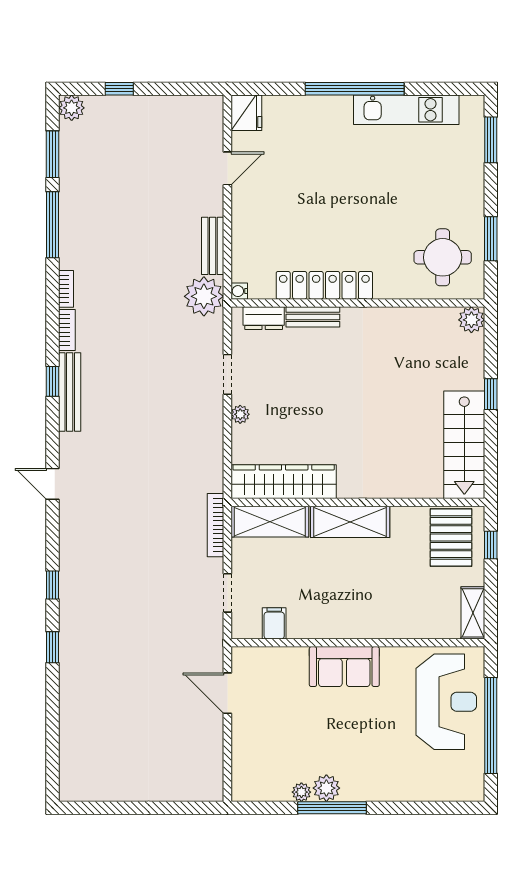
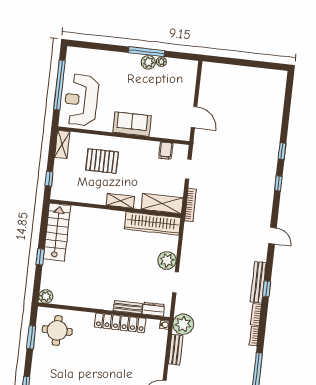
plant: (240, 414) -> (167, 260), width x1.87, depth x1.87
shelving: (350, 522) -> (120, 201), width x0.67, depth x0.75
pallet: (451, 537) -> (102, 161), moved, turned 90

